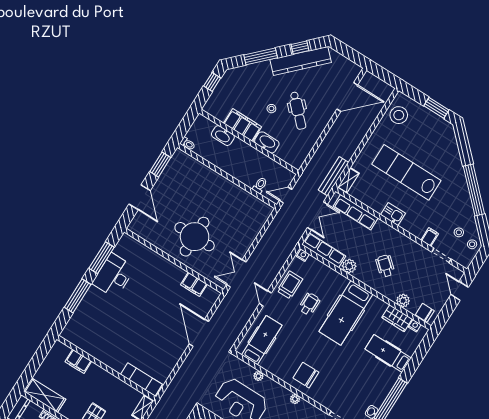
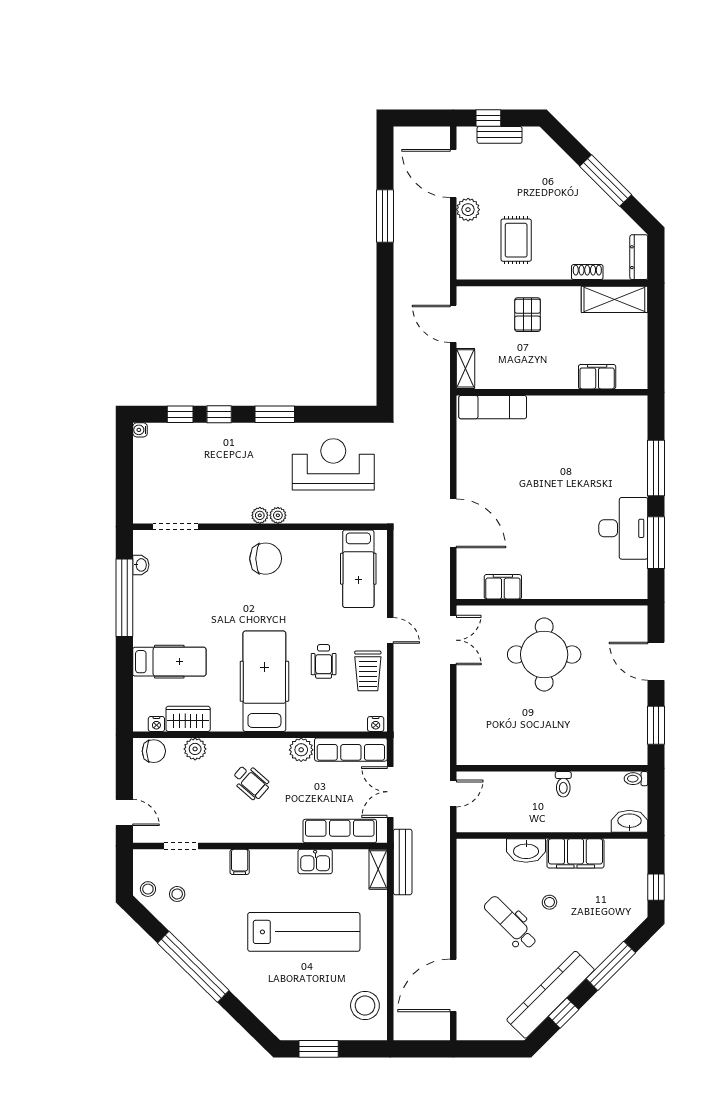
washbasin: (223, 136) -> (629, 821), moved
toilet: (260, 185) -> (563, 784), moved
kitchen sink: (393, 214) -> (315, 862), moved
filing cabinet: (430, 237) -> (240, 862), moved
plant: (258, 376) -> (278, 515), moved

